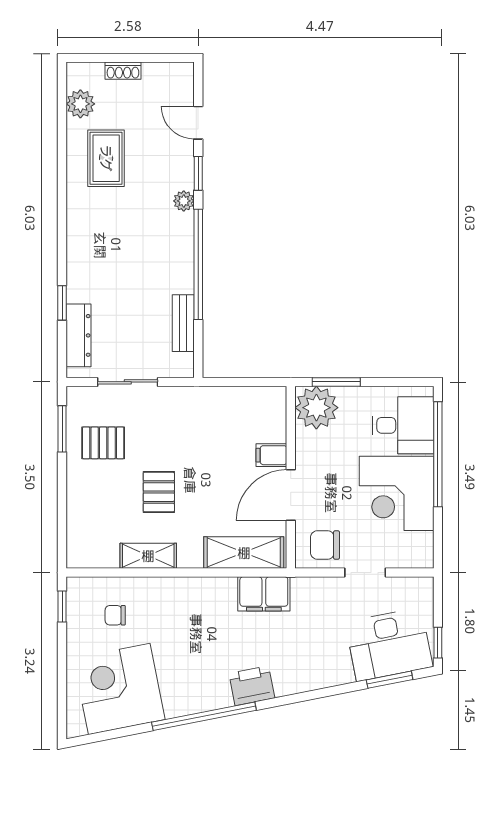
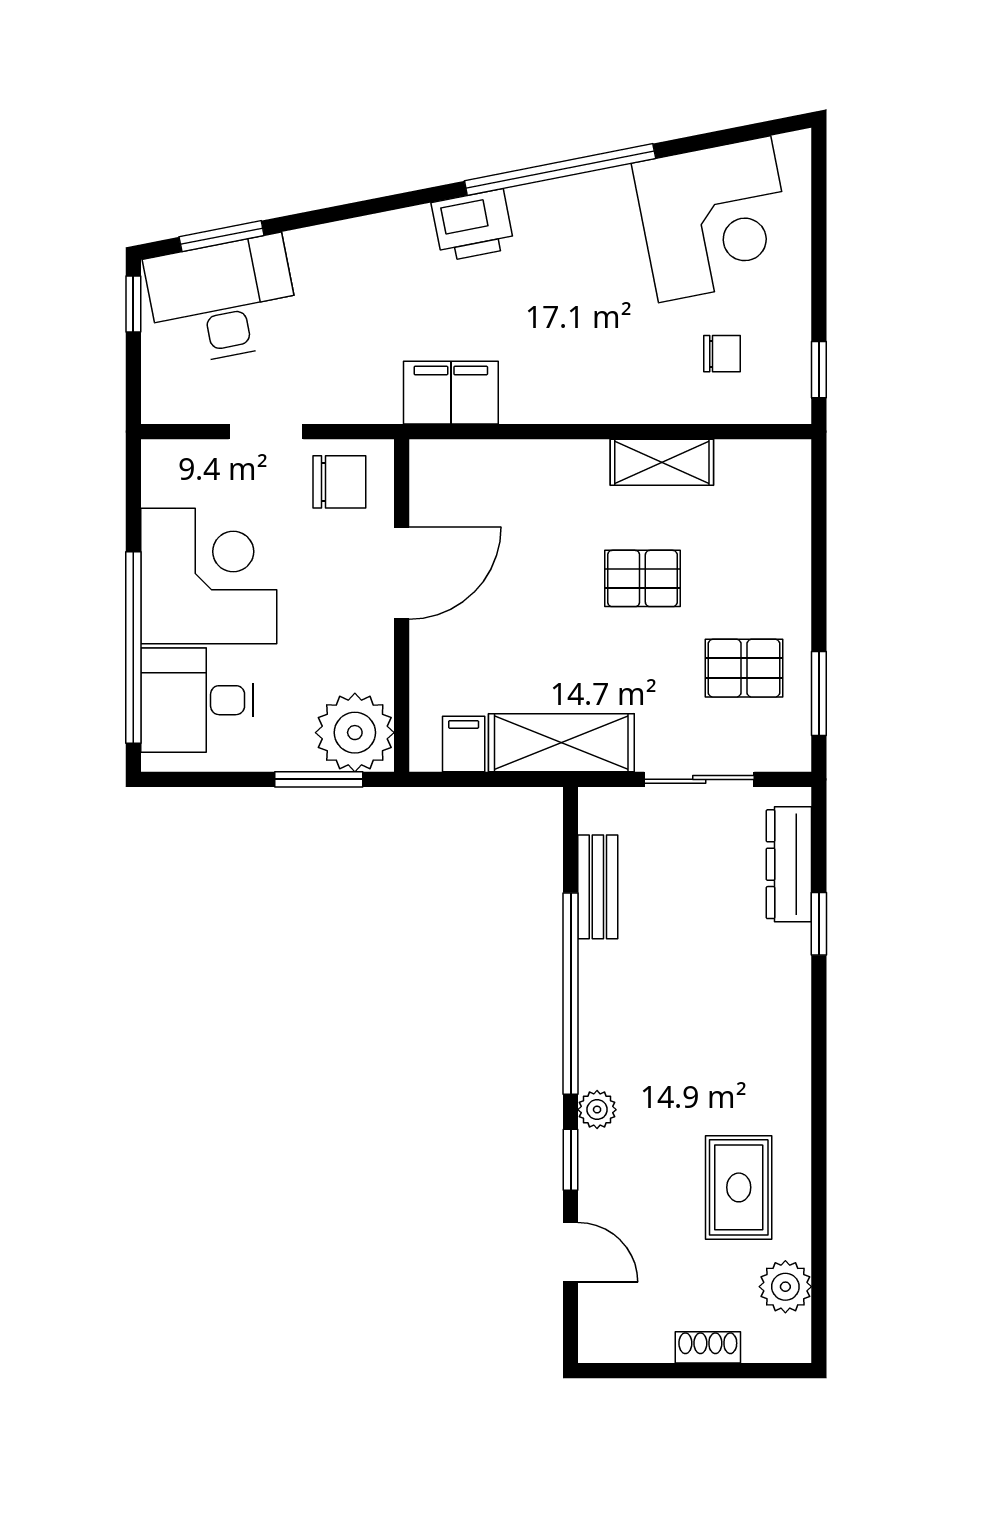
filing cabinet: (271, 455) -> (464, 744), moved, turned -90
pallet: (159, 492) -> (642, 578), turned 90
shelving: (244, 553) -> (561, 743), moved

